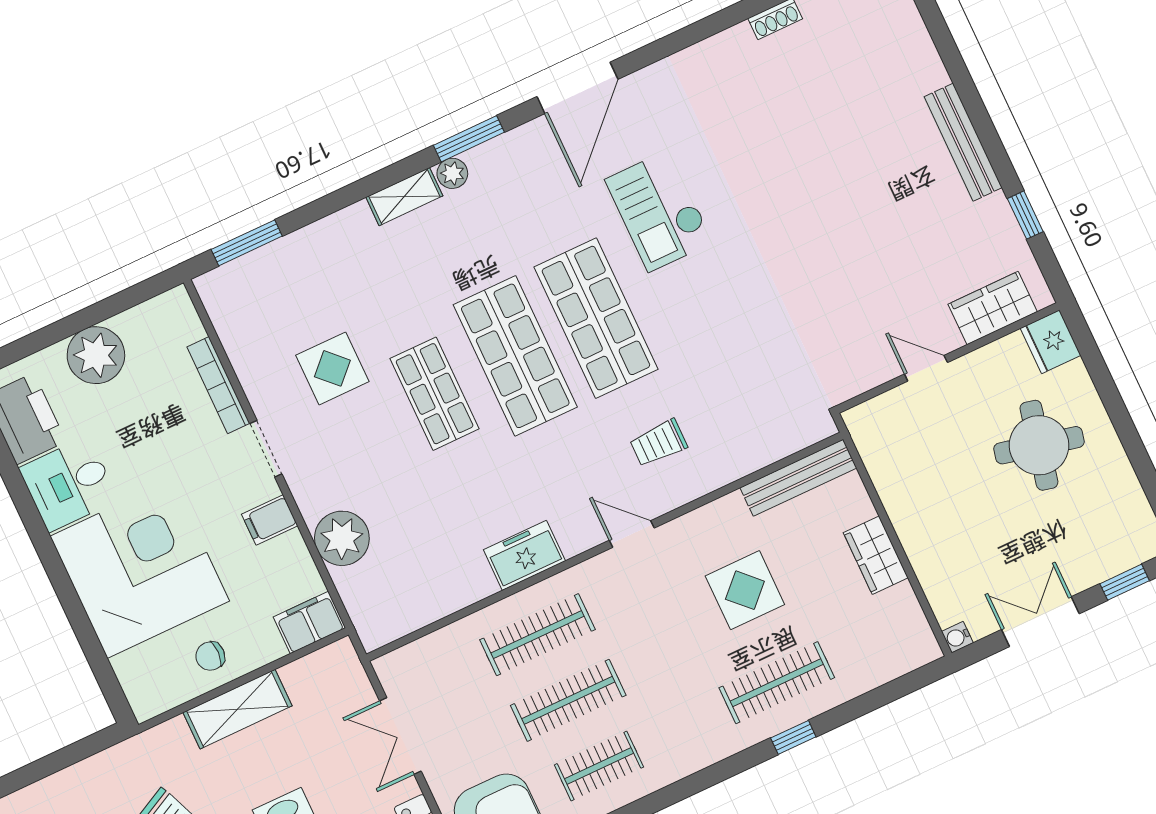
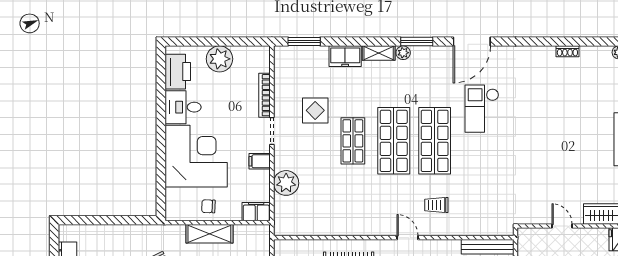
freezer: (524, 555) -> (345, 56), moved, turned 180

